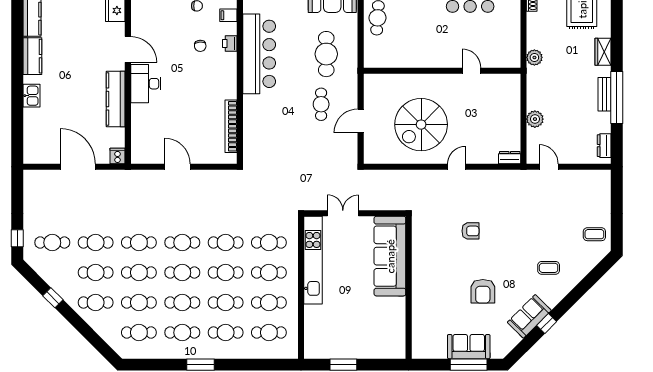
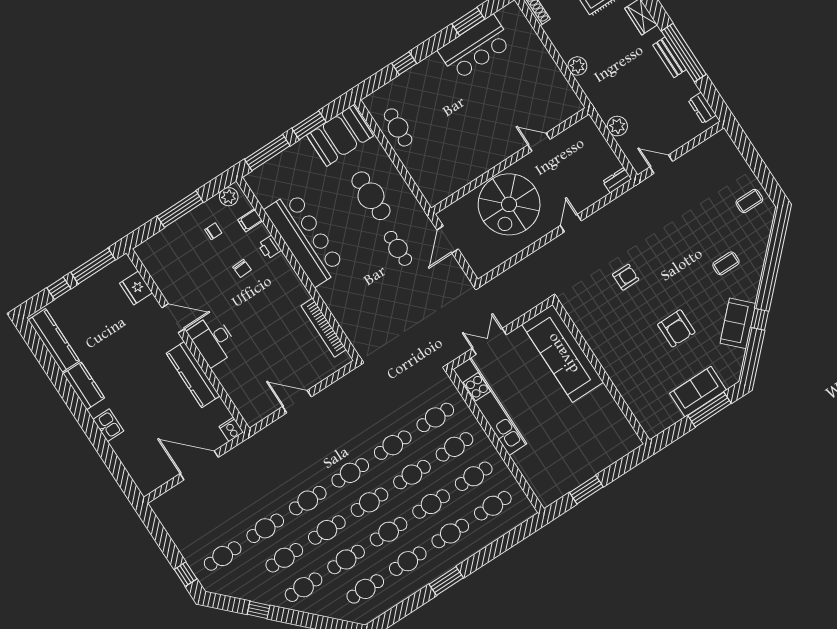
wall: (442, 71) -> (510, 161), moved
door: (471, 71) -> (539, 142), moved

